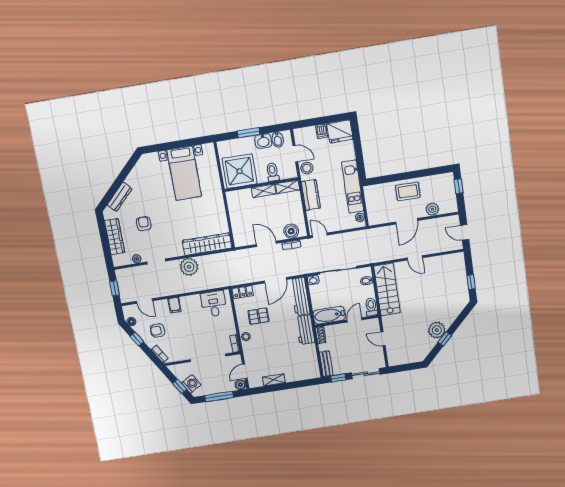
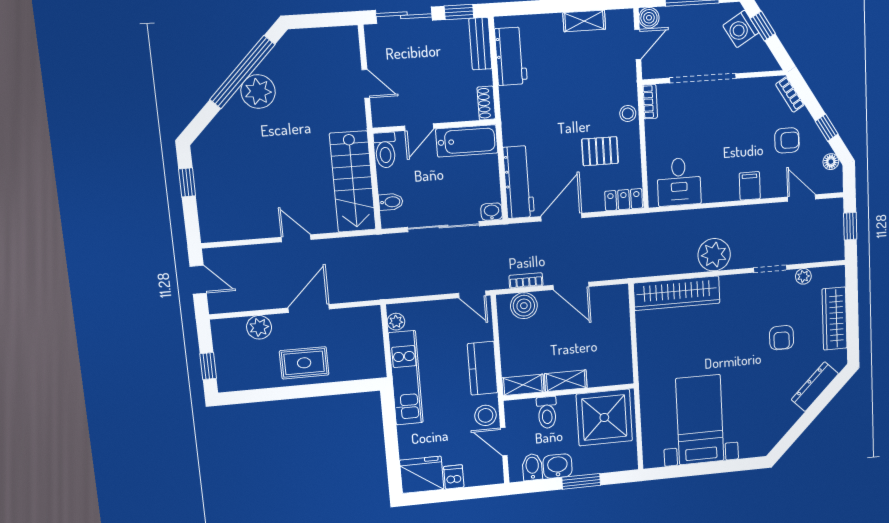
workbench: (305, 330) -> (511, 56), moved
window: (445, 339) -> (242, 72), width x3.17

